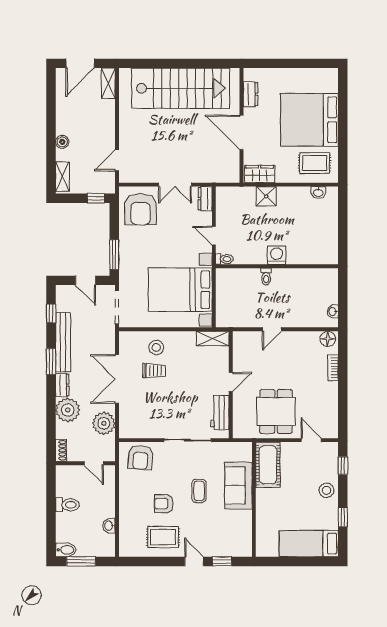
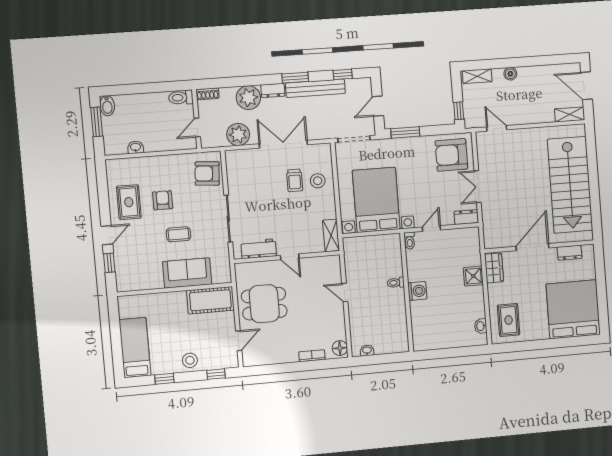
bed: (309, 120) -> (573, 309), moved
toilet: (67, 505) -> (181, 98), moved, turned 90

